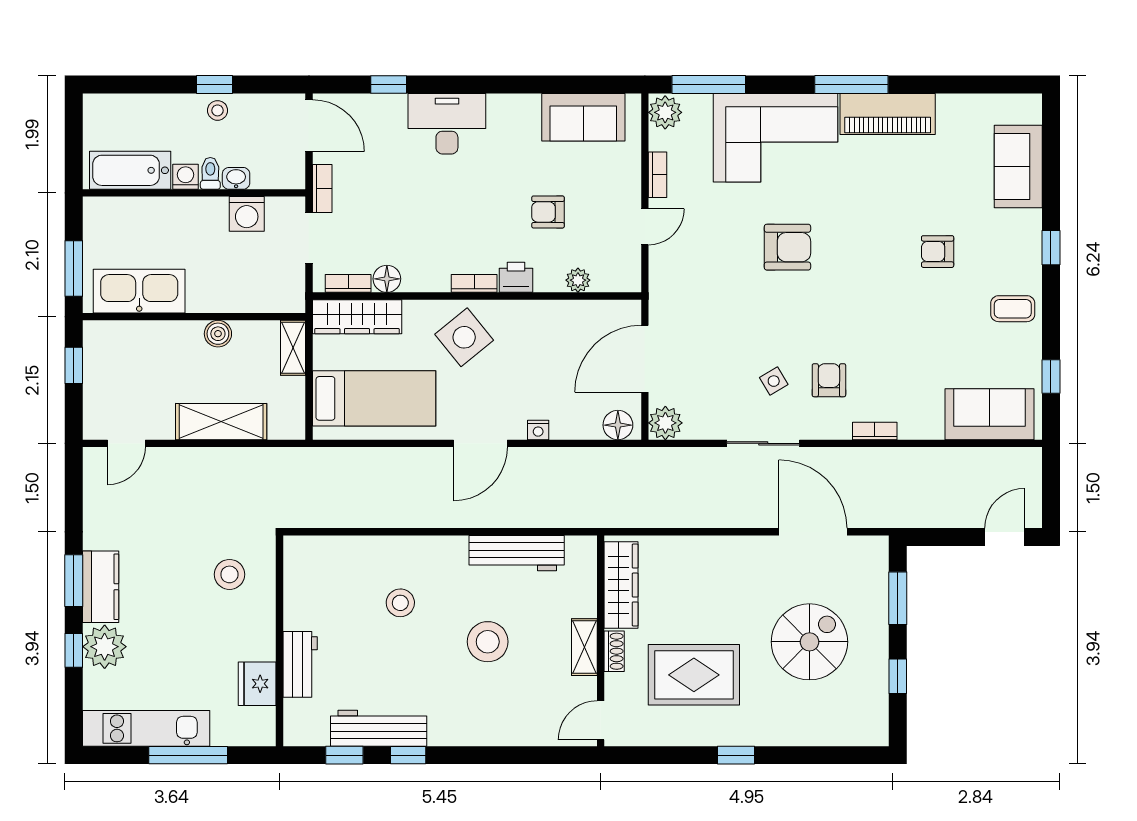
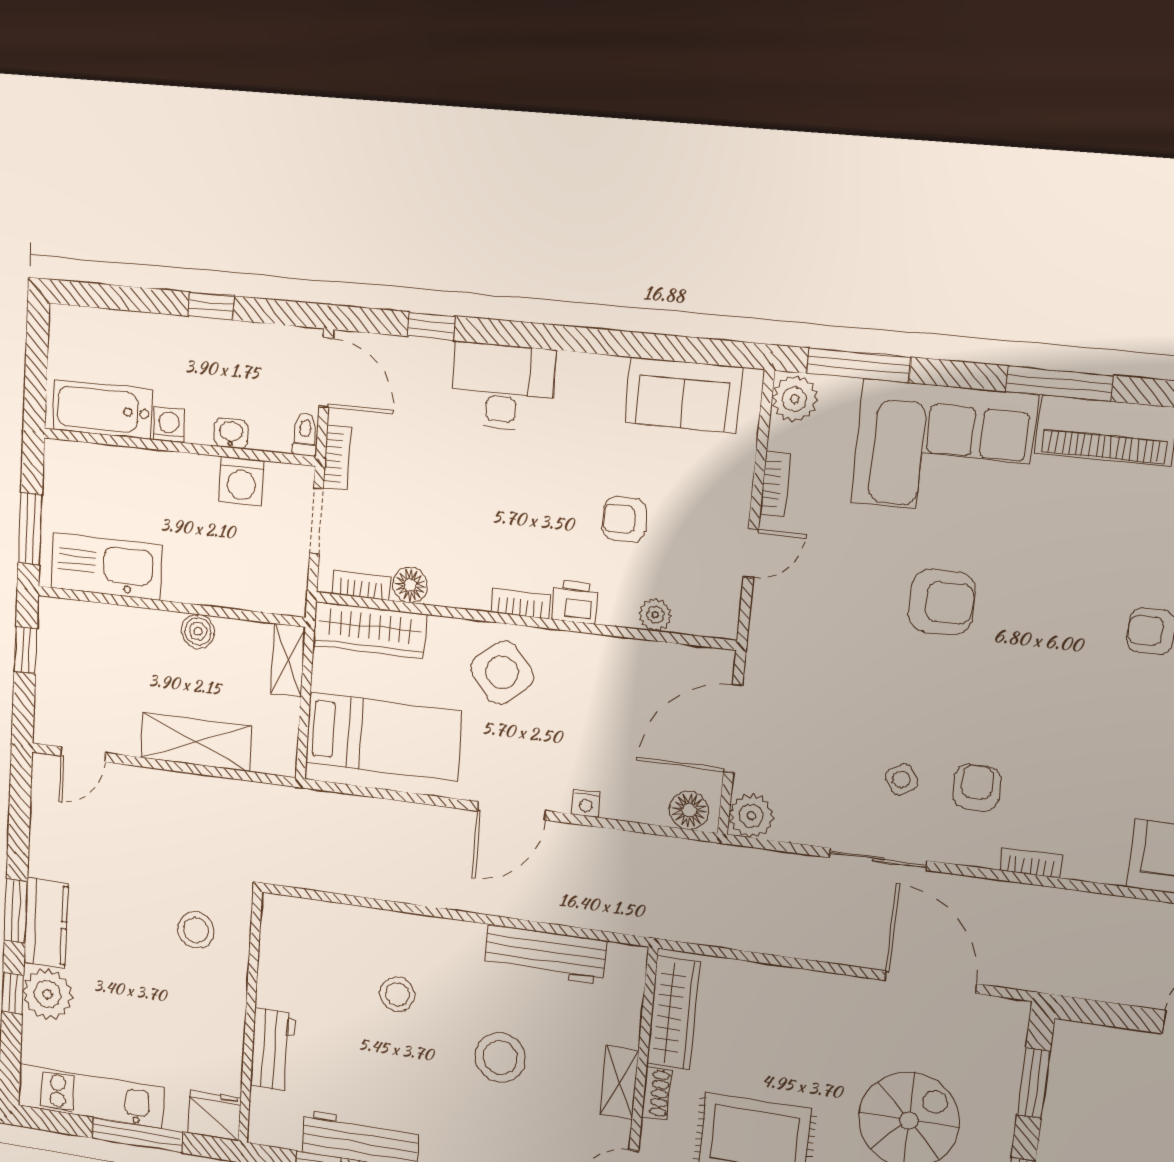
stool: (218, 110) -> (213, 341), removed
toilet: (210, 173) -> (305, 434), moved
fridge: (257, 684) -> (214, 1115), moved, turned 90

